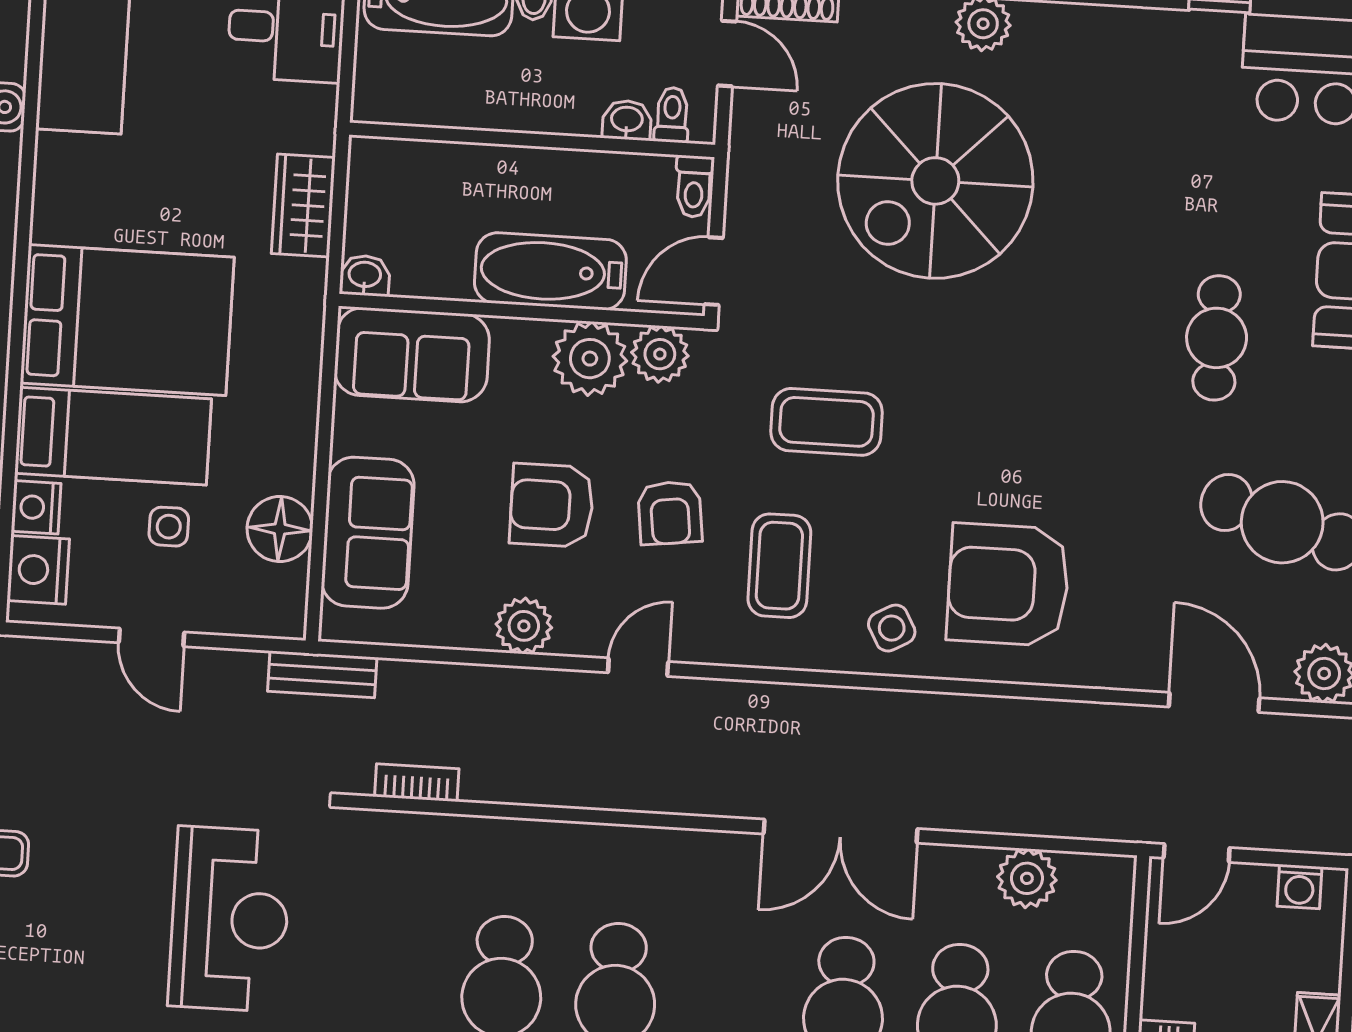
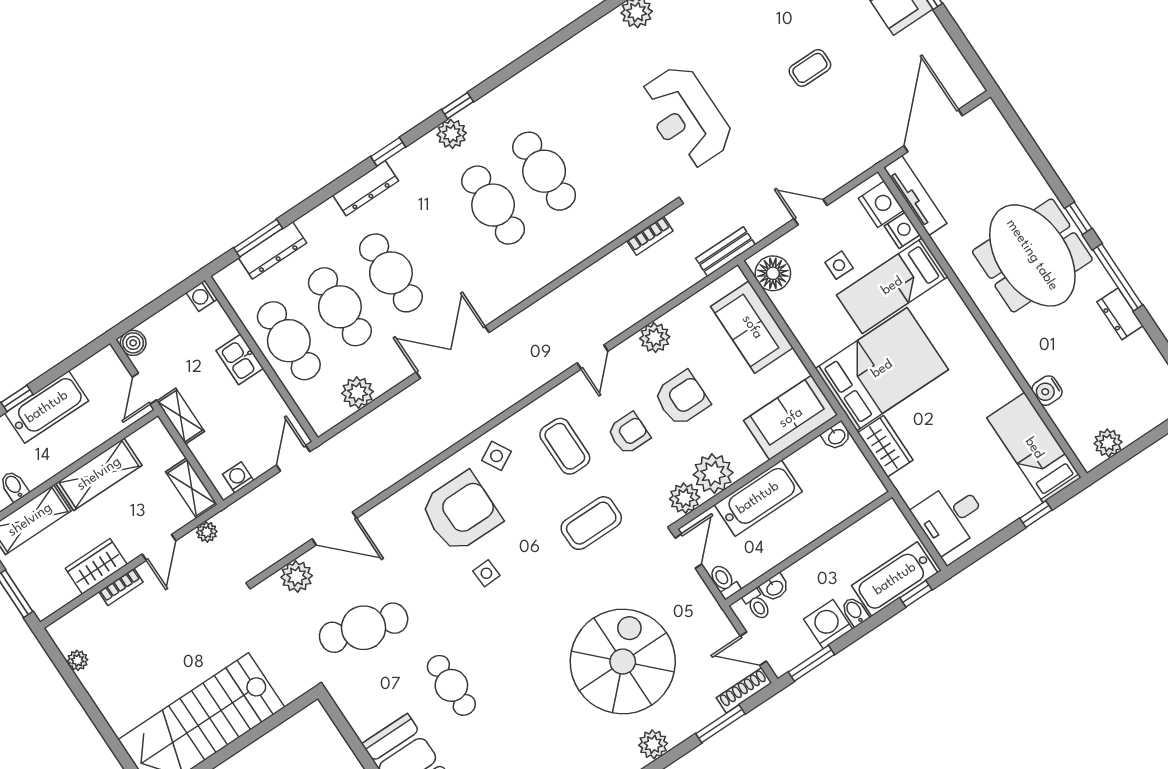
bed: (127, 320) -> (882, 369), moved, turned 180
side table: (1039, 465) -> (486, 573), added
armchair: (670, 513) -> (629, 433), turned 97
floor lamp: (280, 529) -> (773, 273), moved

